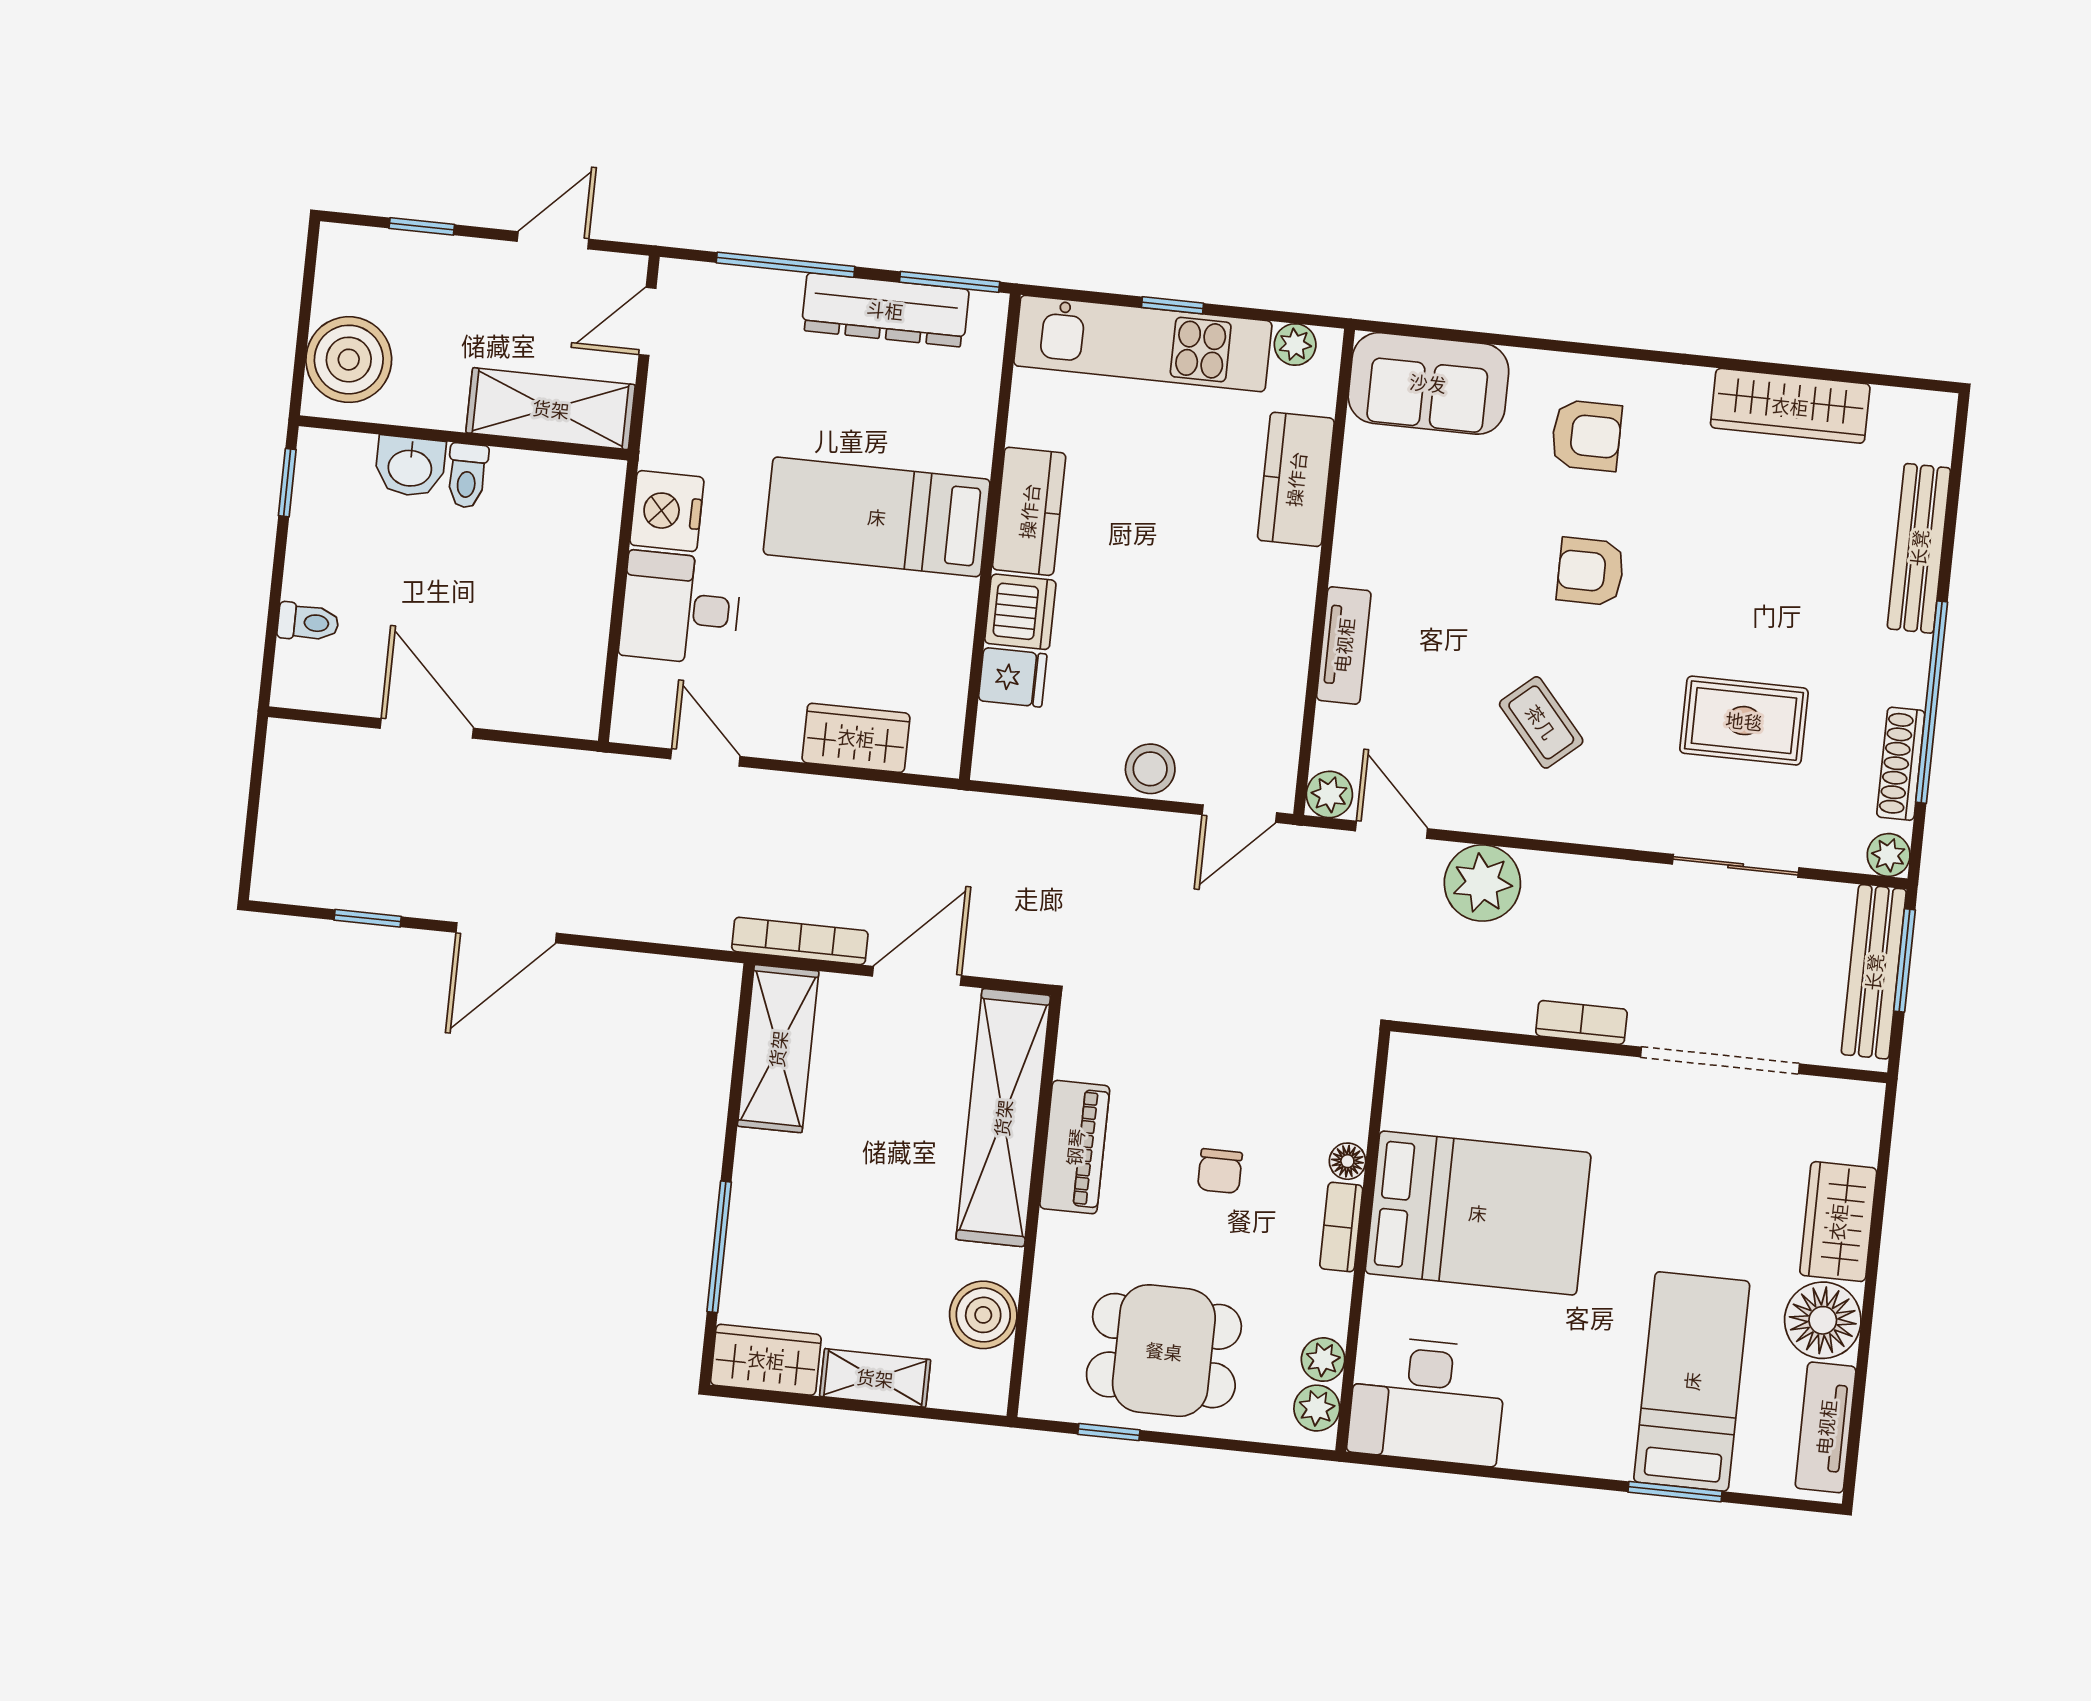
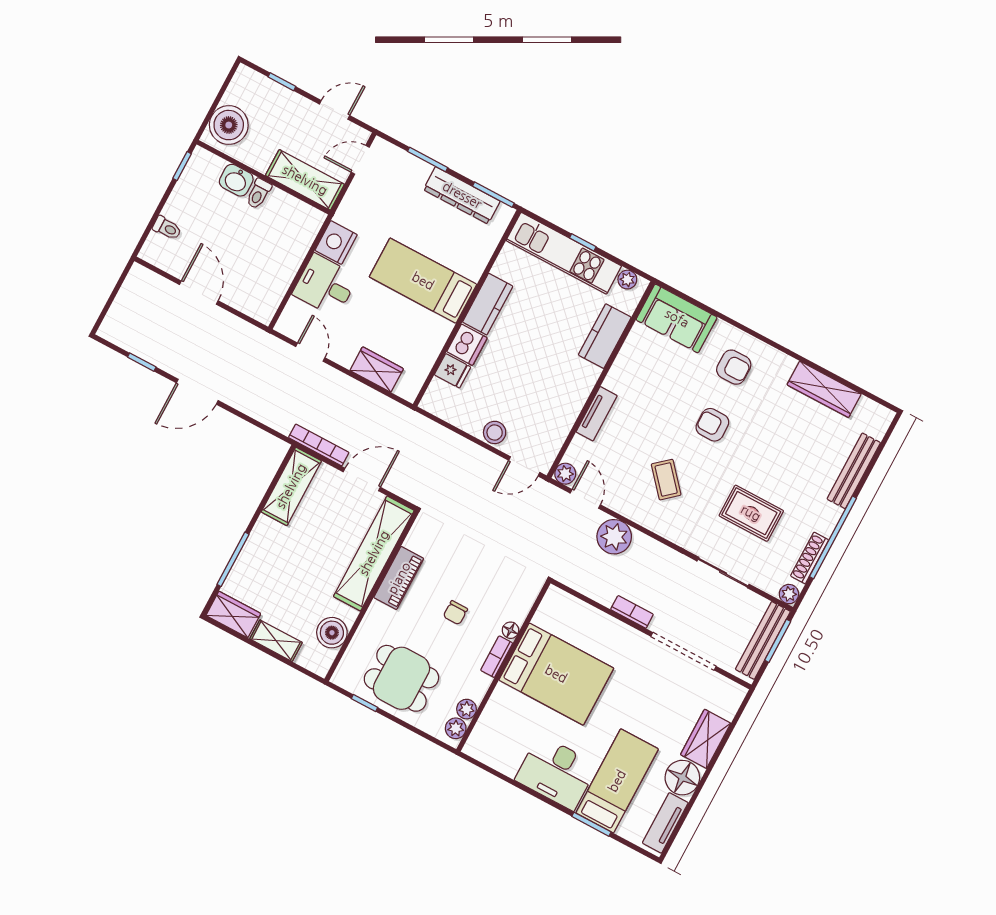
window: (785, 265) -> (428, 160), width x0.69
desk: (1427, 1401) -> (556, 772), moved

